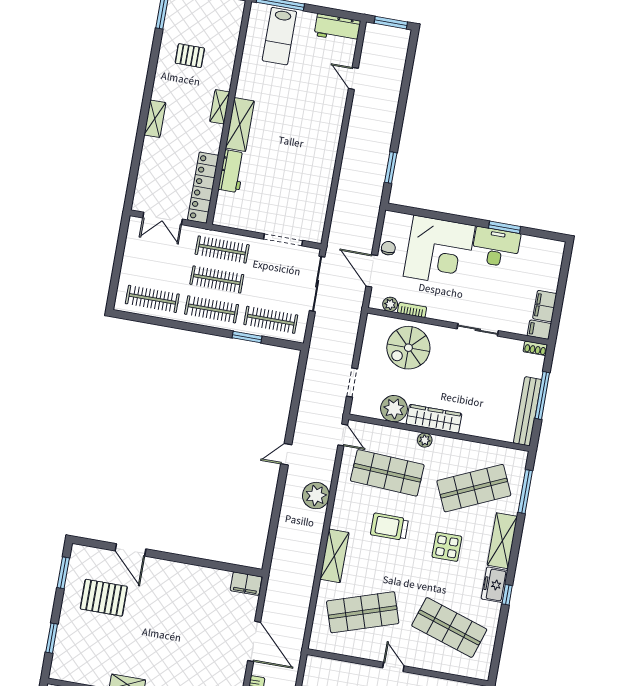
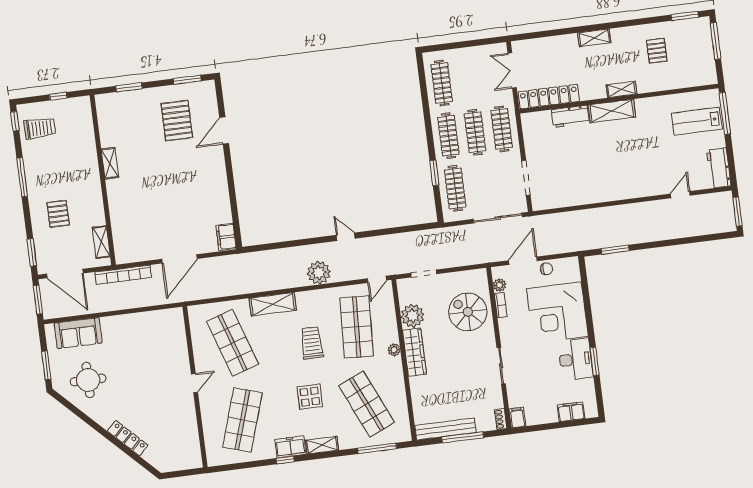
filing cabinet: (545, 306) -> (571, 412), moved
shelving: (502, 541) -> (322, 445), width x0.67, depth x0.75

